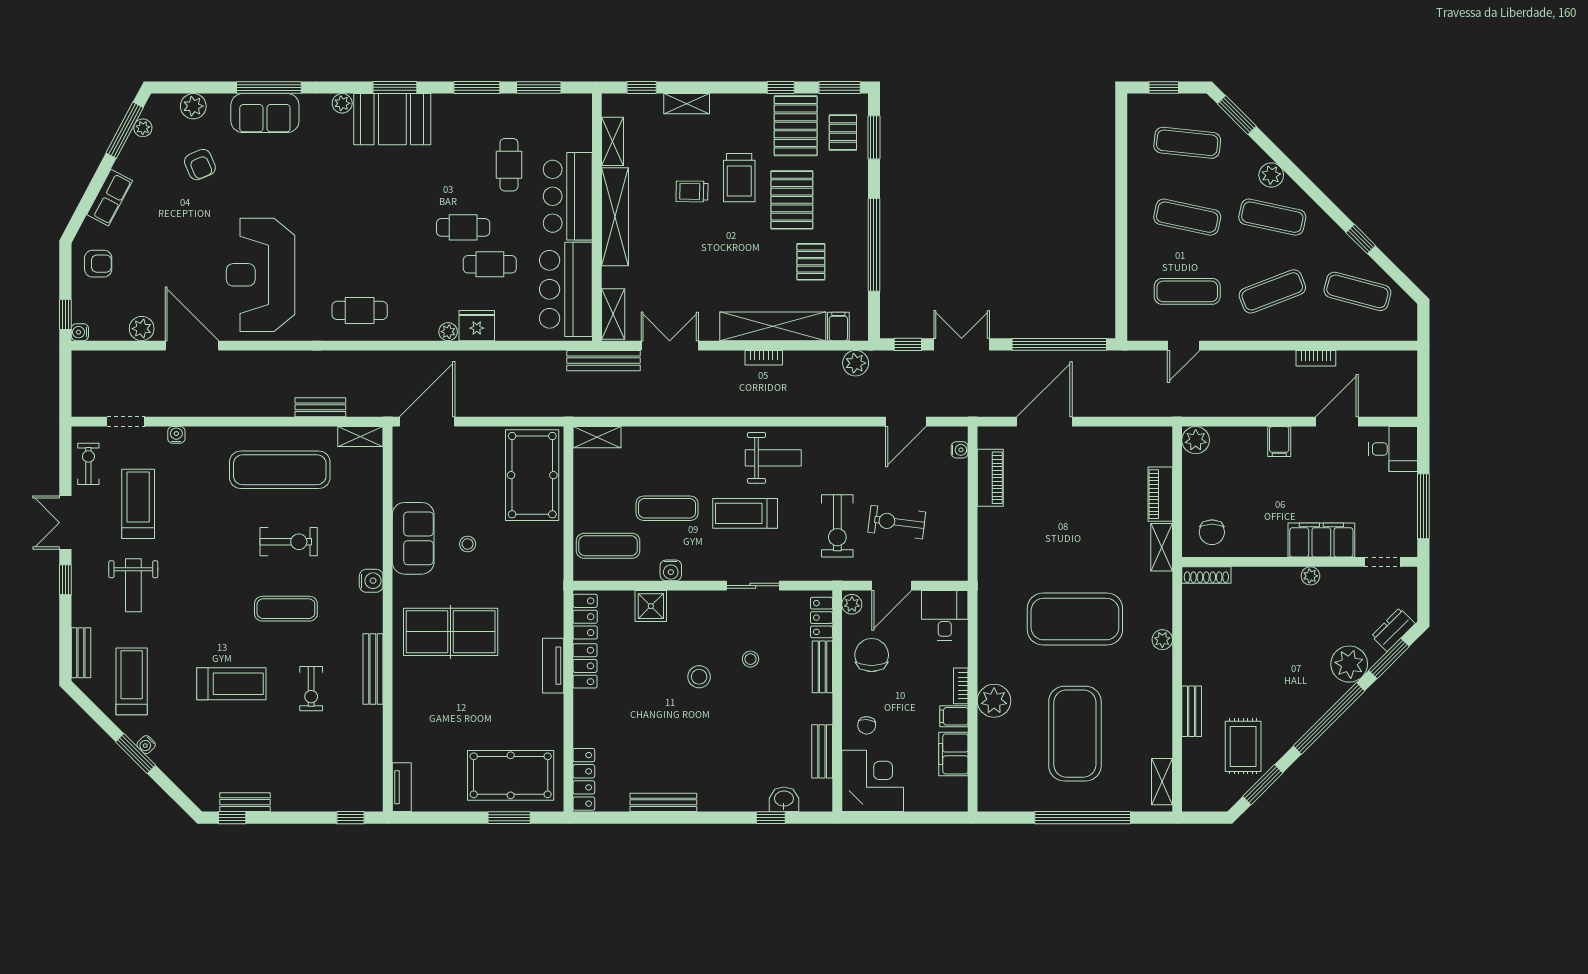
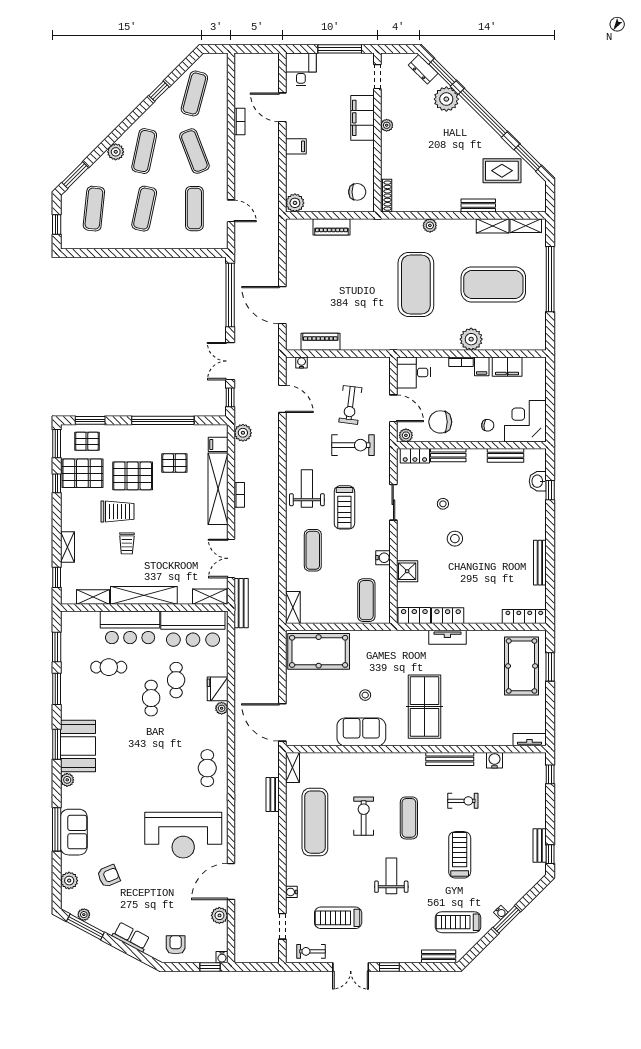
exercise mat: (667, 508) -> (313, 550), moved
shelving: (1162, 547) -> (493, 226), moved
water cooler: (371, 581) -> (494, 760), moved
weight bench: (133, 585) -> (391, 876), moved, turned -90

